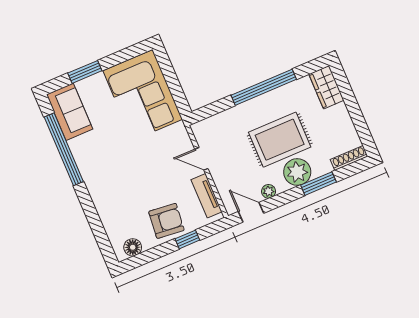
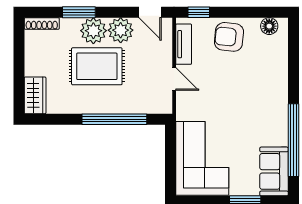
window: (264, 87) -> (114, 119), moved
plant: (269, 191) -> (121, 30), width x1.87, depth x1.87
window: (187, 239) -> (199, 12), moved

